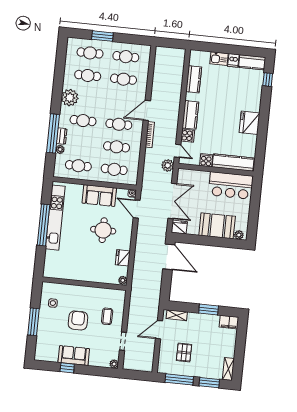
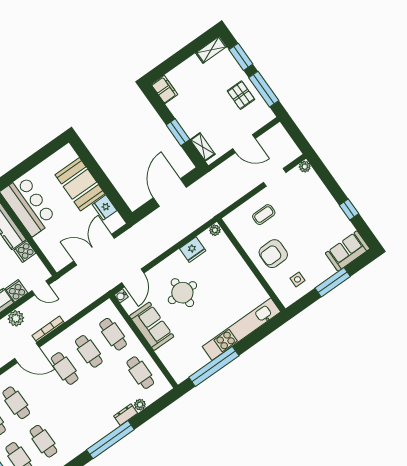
plant: (70, 98) -> (81, 440), removed
cafe table: (83, 121) -> (92, 407), removed
window: (53, 133) -> (110, 440), moved
door: (178, 151) -> (40, 288), swing flipped
plant: (168, 165) -> (16, 318), moved
kitchen unit: (55, 218) -> (241, 329), moved
window: (44, 225) -> (214, 366), moved
fridge: (179, 227) -> (105, 207), moved
plant: (239, 235) -> (70, 155), removed
door: (169, 257) -> (170, 193), moved
window: (209, 310) -> (178, 132), moved
armchair: (78, 320) -> (273, 254), moved
door: (159, 330) -> (244, 144), moved
pallet: (184, 352) -> (241, 95), moved, turned 90
sofa: (74, 356) -> (348, 251), moved, turned 90

